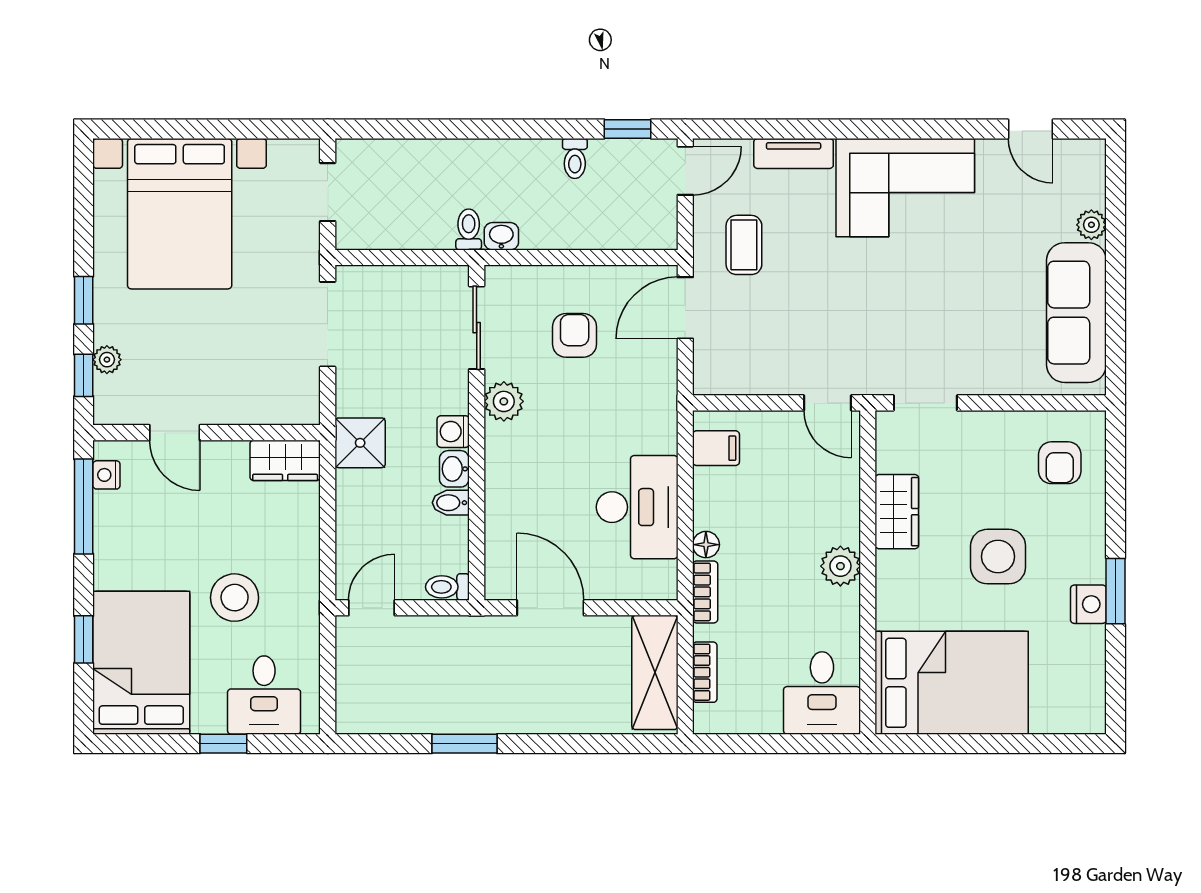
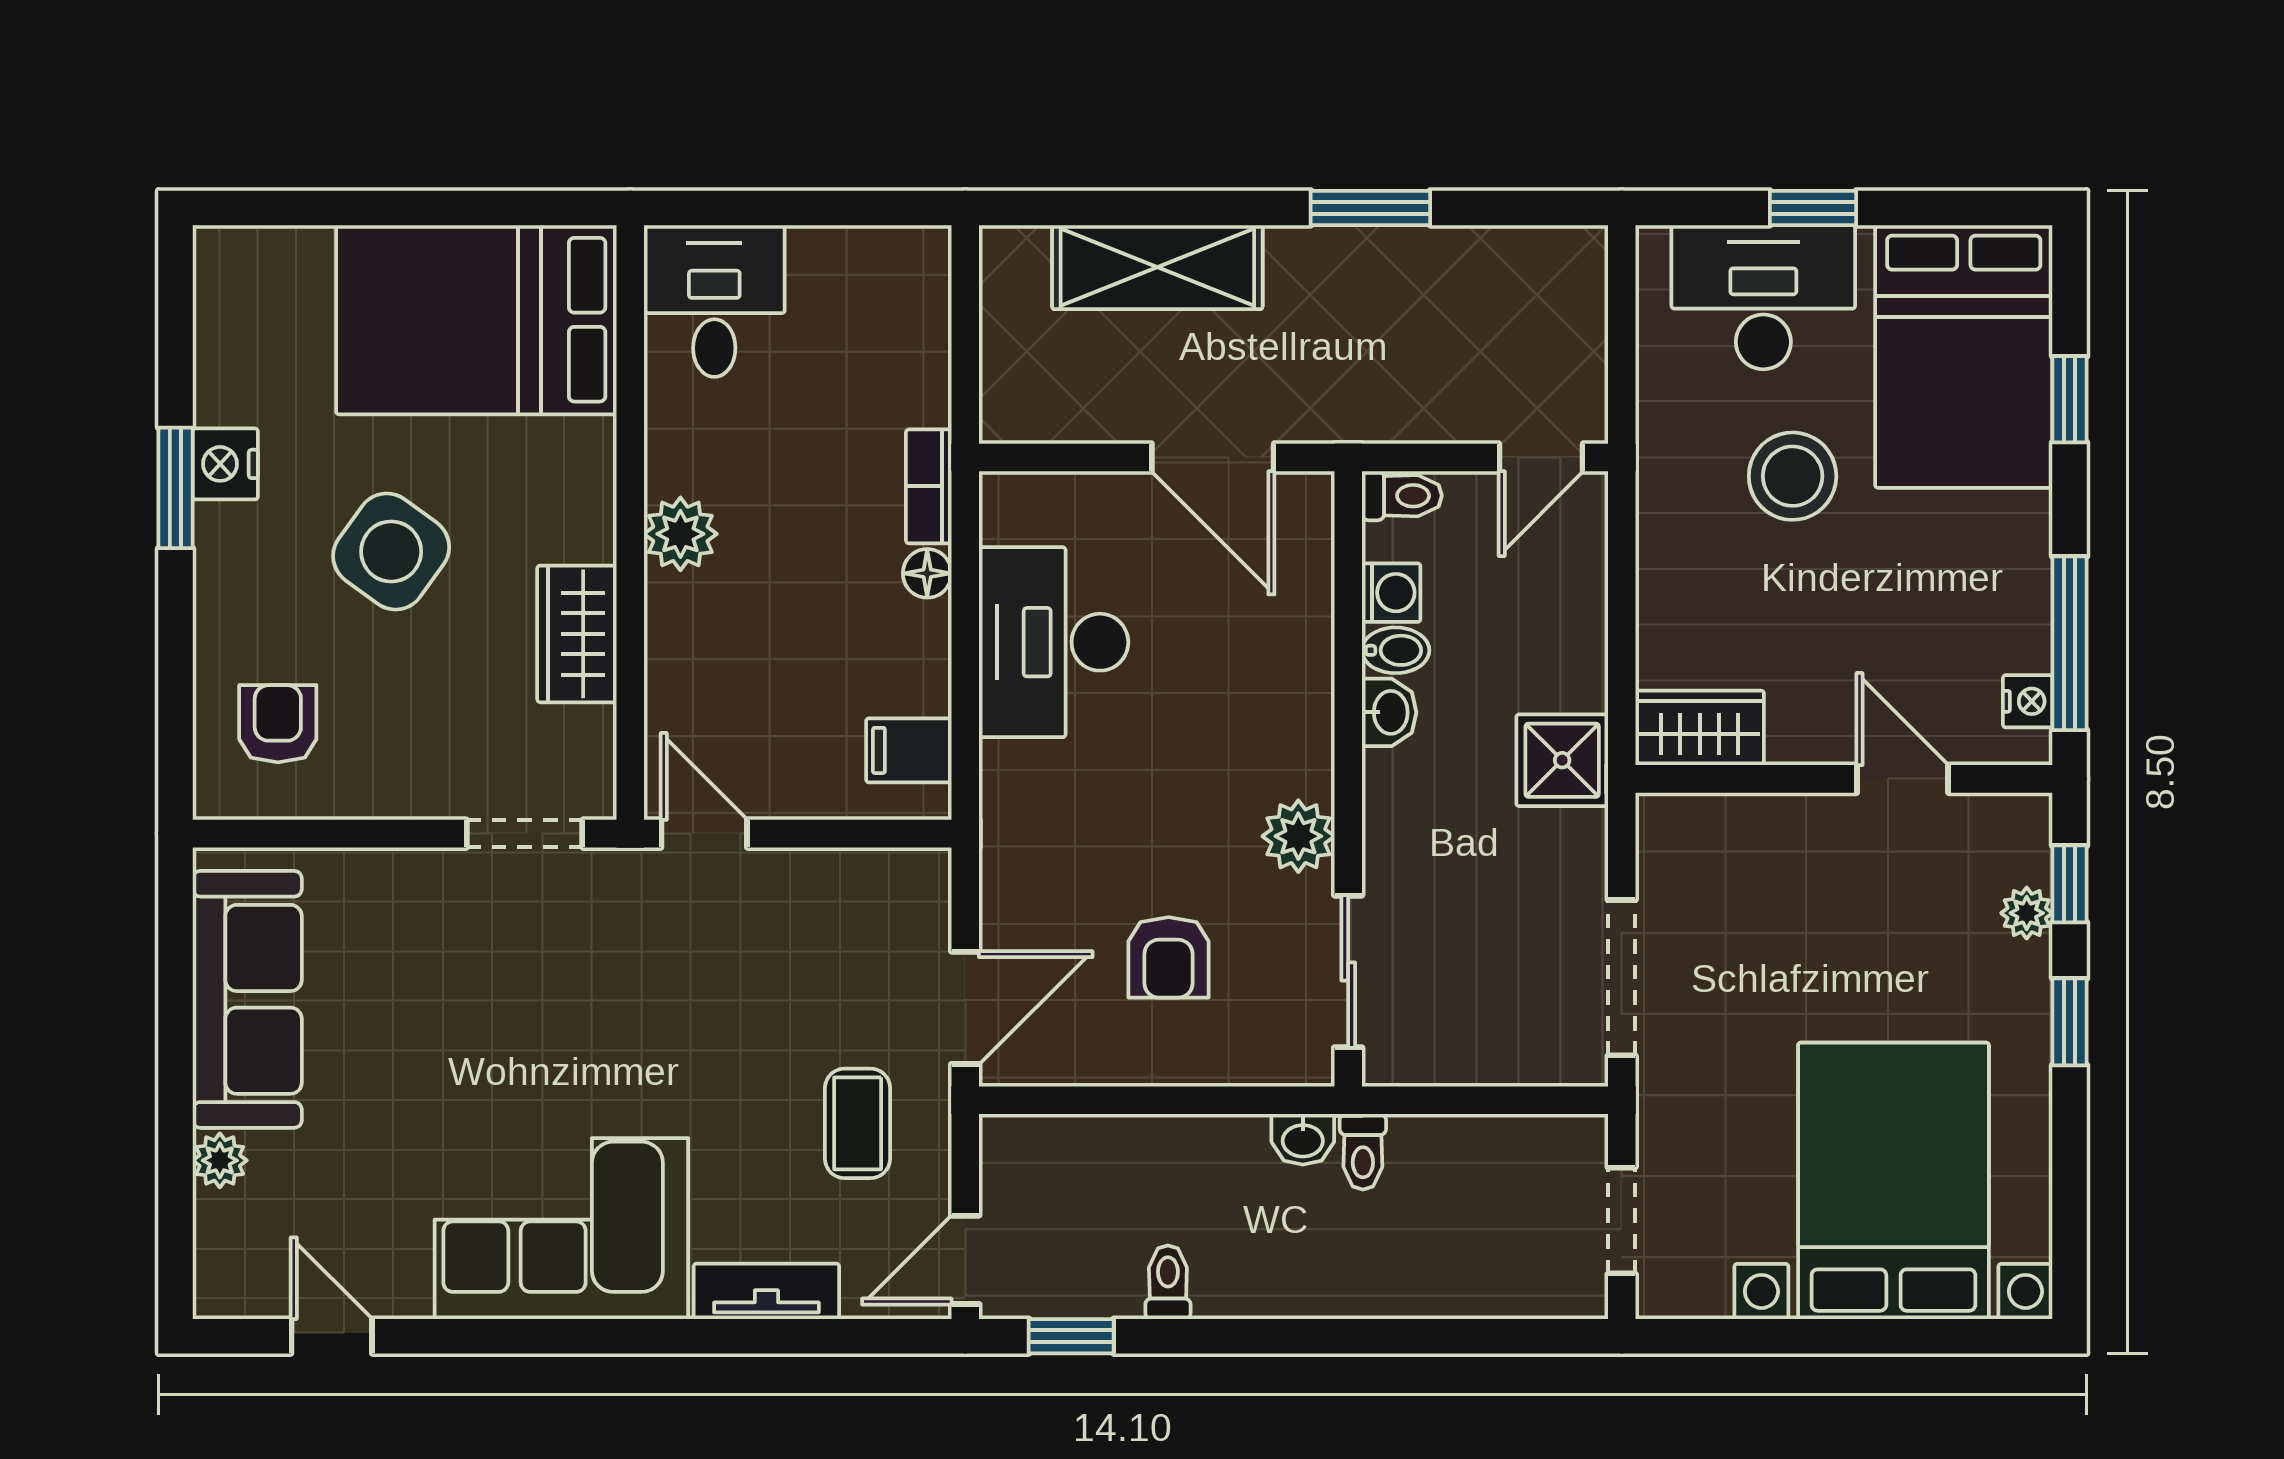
washing machine: (453, 432) -> (1391, 593), moved
side table: (998, 557) -> (391, 552), turned 36
shelving: (655, 672) -> (1157, 267), moved, turned 90
bookcase: (705, 672) -> (929, 339), removed
desk: (264, 695) -> (1763, 297), width x1.37

